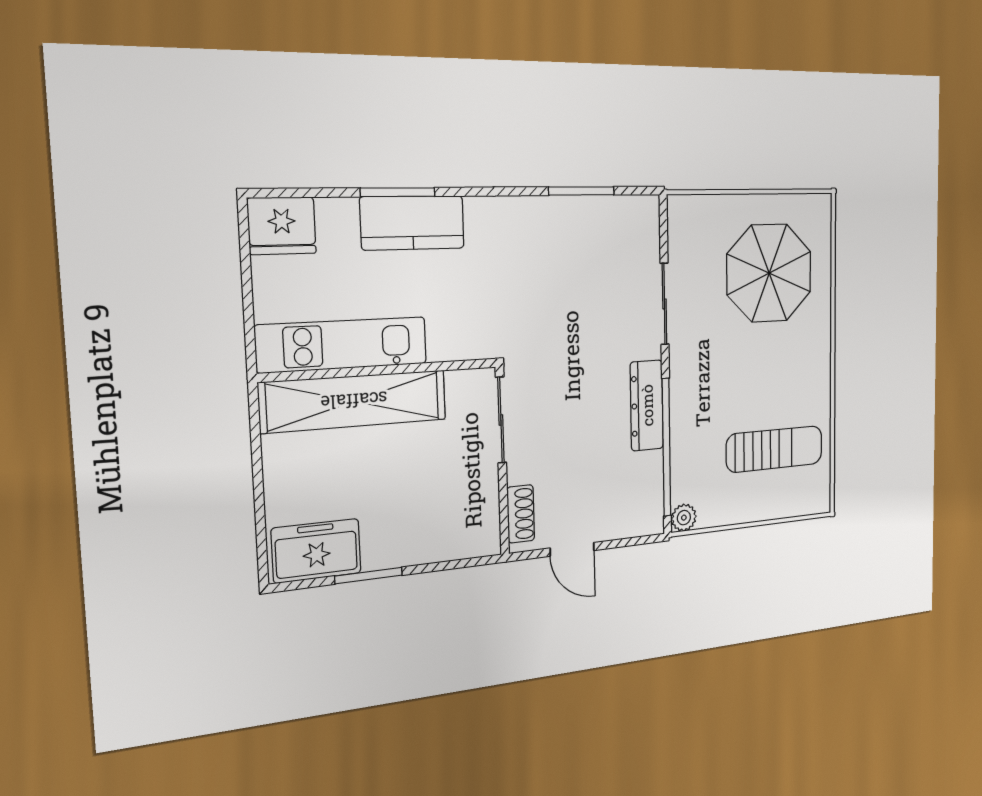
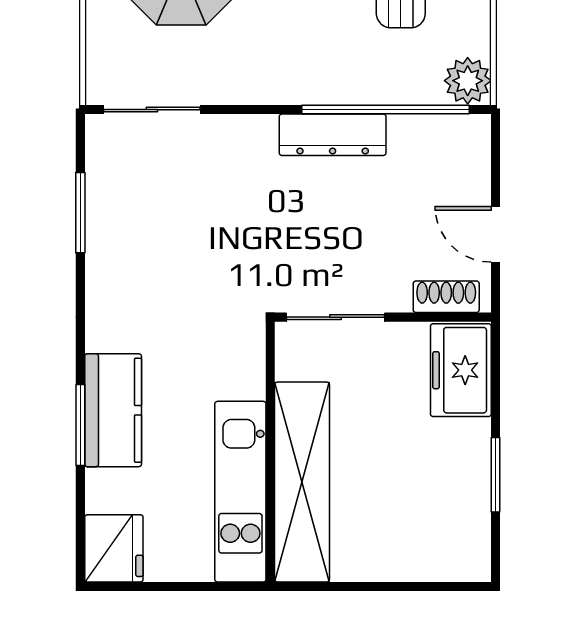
sliding door: (664, 304) -> (152, 110), moved
plant: (684, 518) -> (468, 81), width x1.38, depth x1.38
door: (572, 549) -> (496, 234), swing flipped
freezer: (316, 551) -> (461, 370), moved

